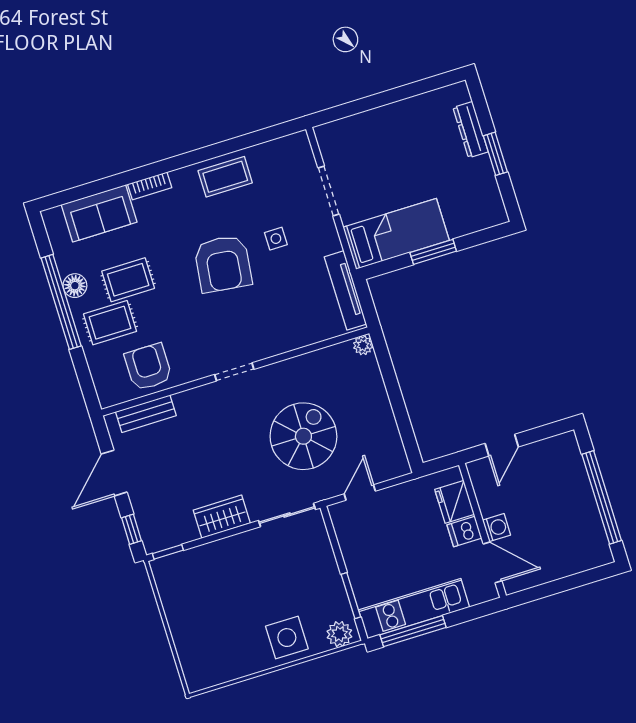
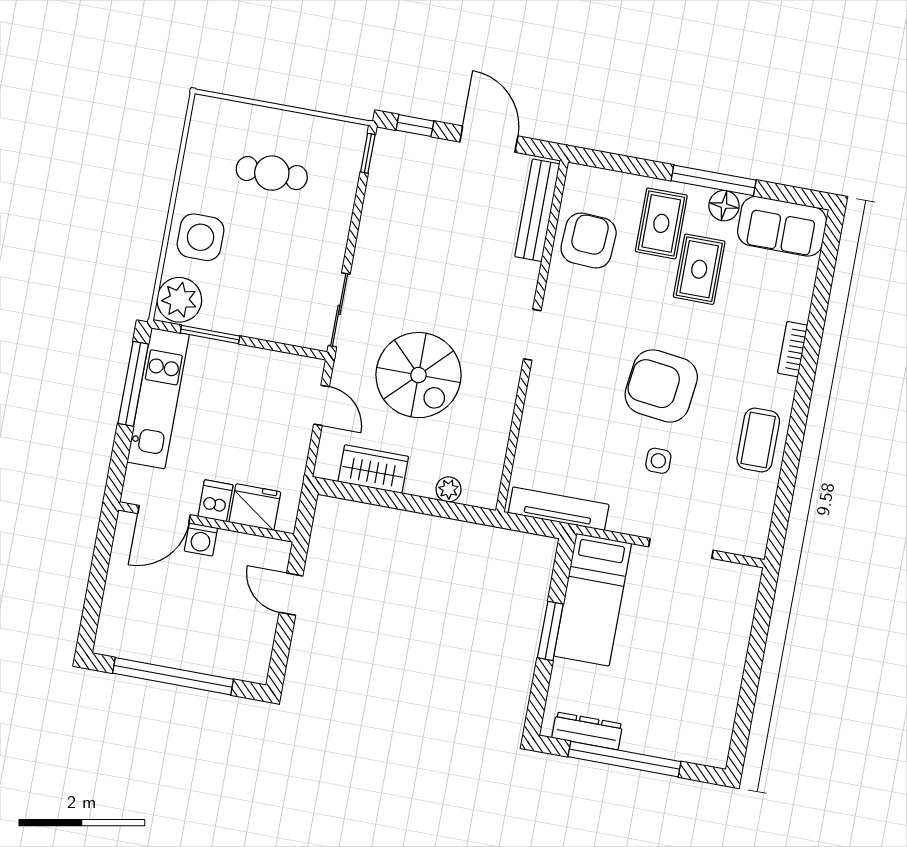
dresser: (471, 130) -> (587, 731), moved
window: (495, 154) -> (624, 759), width x2.11
sofa: (99, 213) -> (782, 226), moved, turned -90
window: (61, 302) -> (714, 180), width x0.68
plant: (363, 345) -> (448, 489), moved
armchair: (148, 367) -> (589, 241), turned -87
bench: (146, 414) -> (537, 210), width x1.36
wardrobe: (222, 517) -> (373, 469), moved, turned -90
cafe table: (216, 611) -> (272, 173), added
plant: (339, 634) -> (179, 300), width x1.36, depth x1.36

